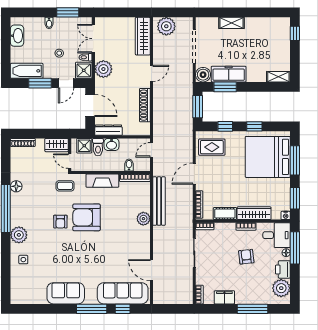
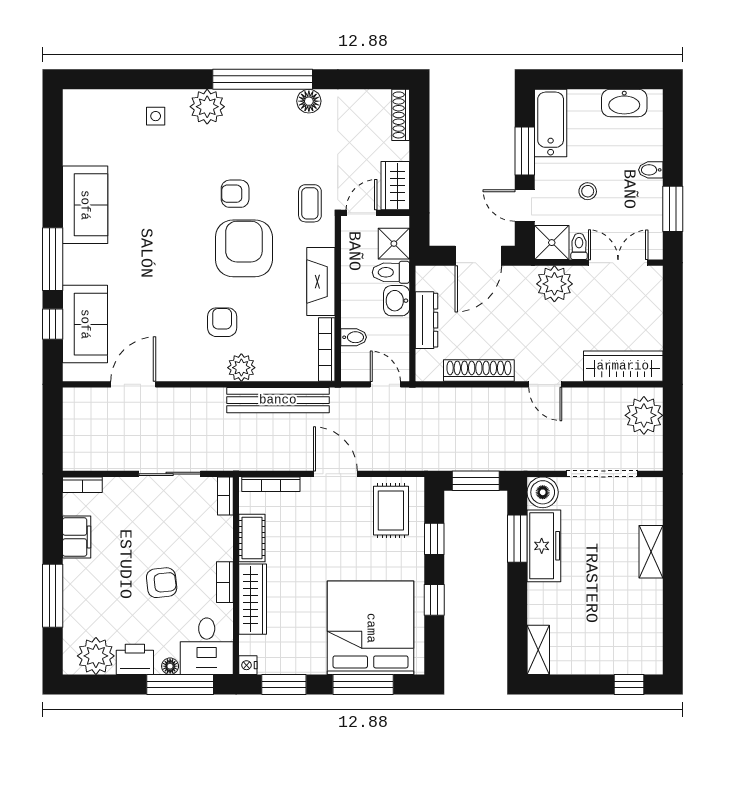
dresser: (108, 130) -> (427, 320), moved
armchair: (122, 228) -> (222, 322), added
sofa: (123, 293) -> (85, 324), width x0.73

